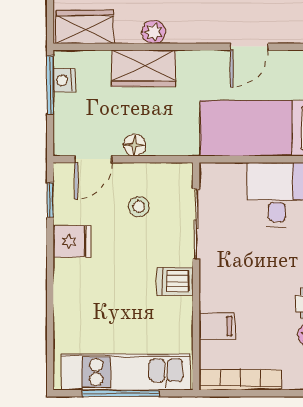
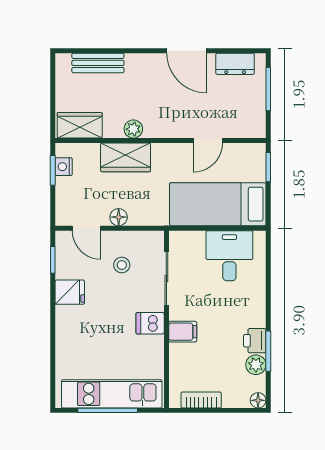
window: (50, 85) -> (53, 170), width x0.67
door: (93, 159) -> (86, 228), hinge flipped
filing cabinet: (217, 326) -> (183, 332), moved
bookcase: (241, 380) -> (201, 400), width x0.64

